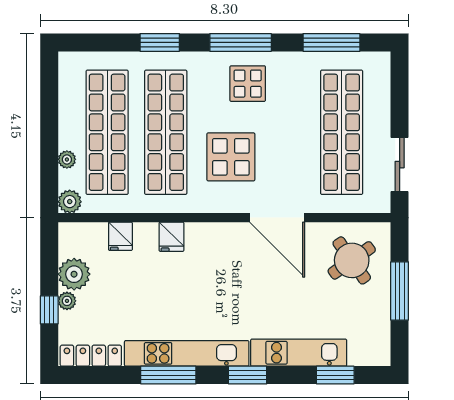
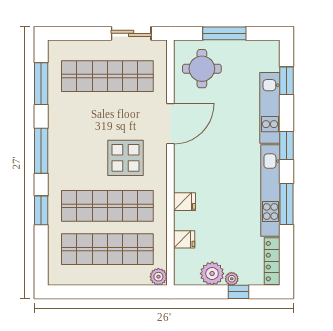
display table: (248, 84) -> (71, 145), removed
plant: (67, 159) -> (127, 279), removed
round table: (352, 260) -> (202, 69), turned 35

